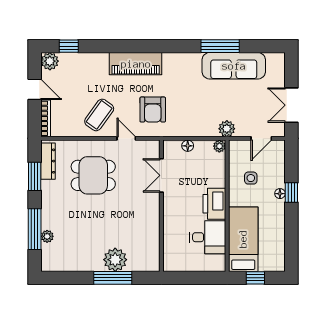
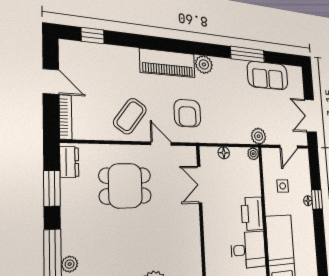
plant: (50, 61) -> (204, 64), moved
sofa: (234, 66) -> (268, 76), width x0.73
dresser: (48, 161) -> (69, 162), width x0.70

